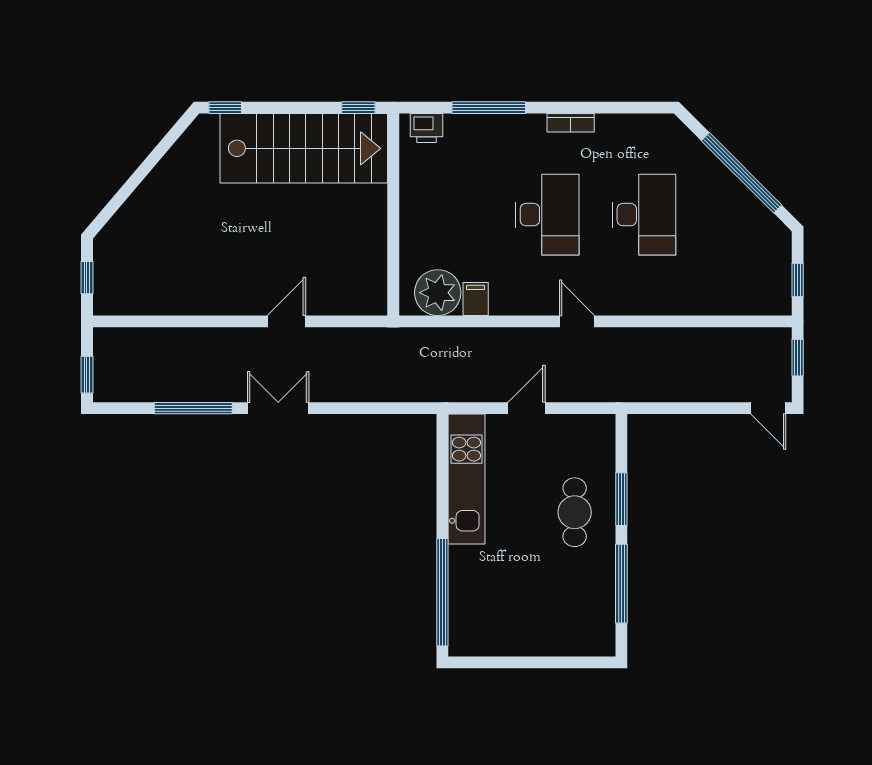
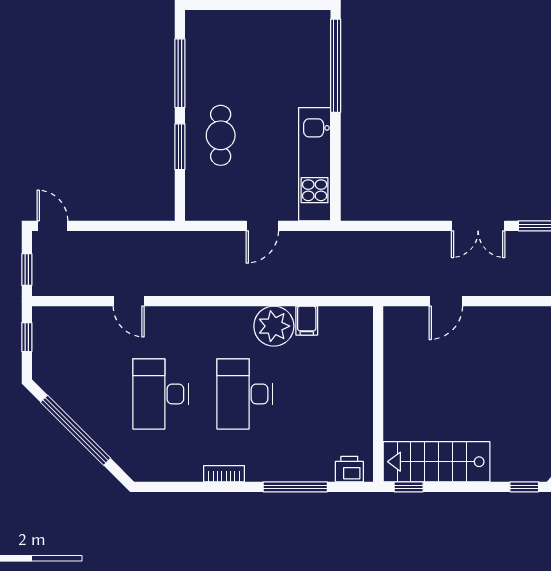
stairs: (304, 148) -> (437, 462), width x0.73, depth x0.66
plant: (438, 293) -> (274, 326), moved
door: (286, 321) -> (446, 301), moved
door: (577, 321) -> (129, 301), moved

